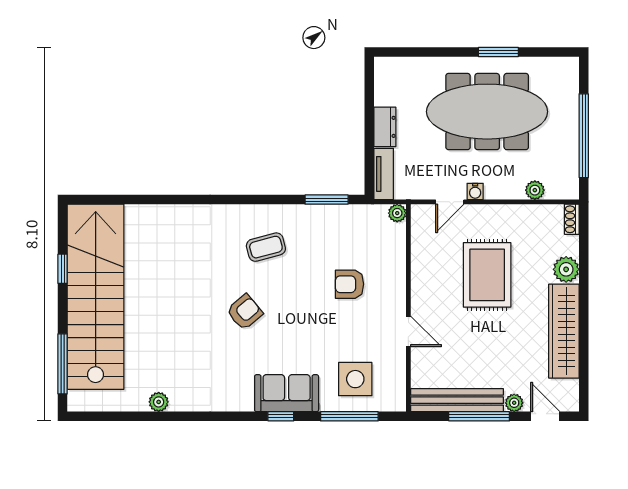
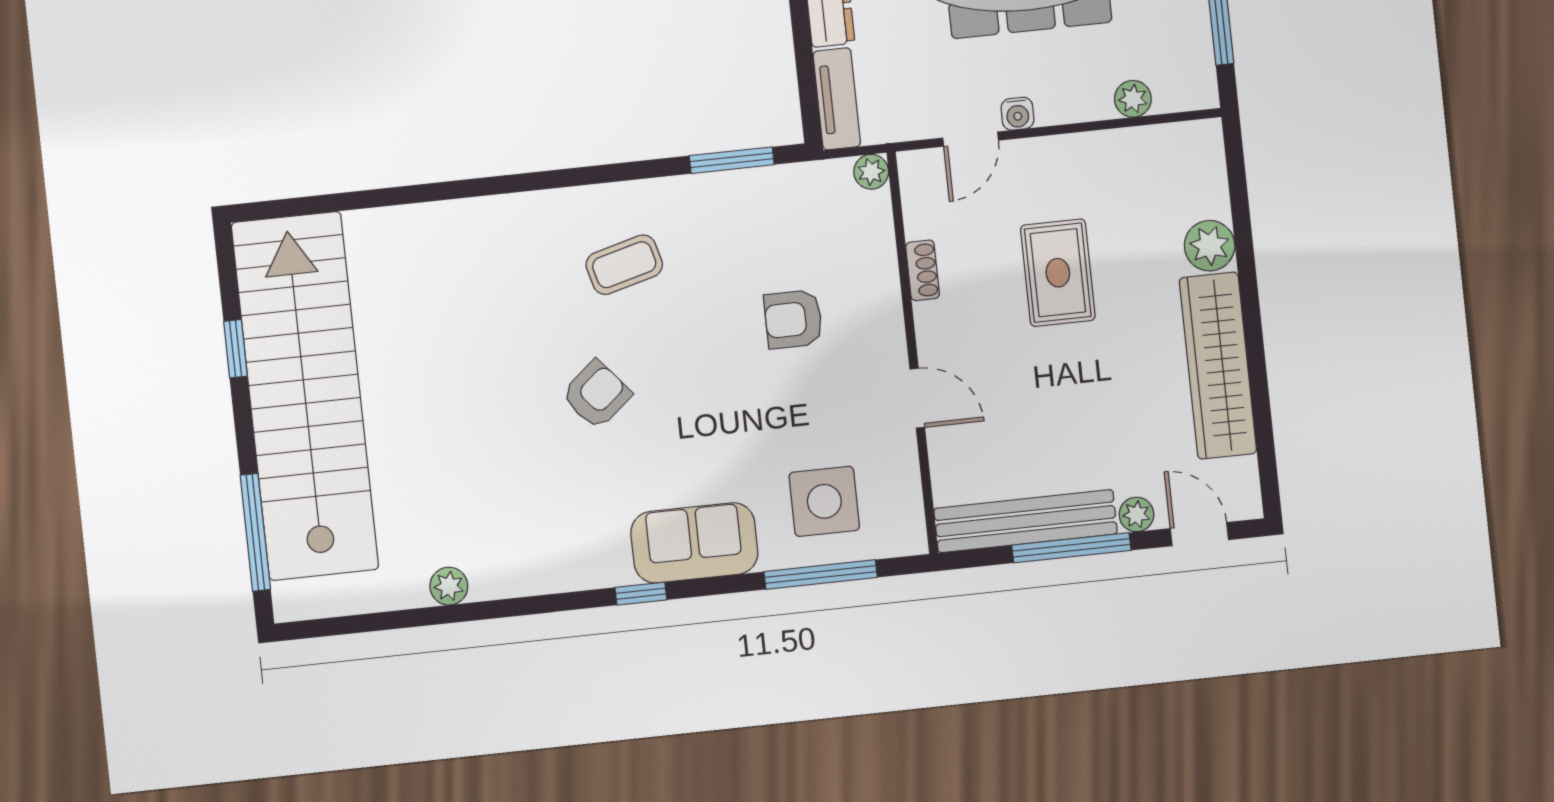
shoe rack: (572, 219) -> (922, 270), moved, turned 180
rug: (487, 275) -> (1058, 273), width x0.73, depth x0.70
window: (281, 416) -> (641, 594), moved

